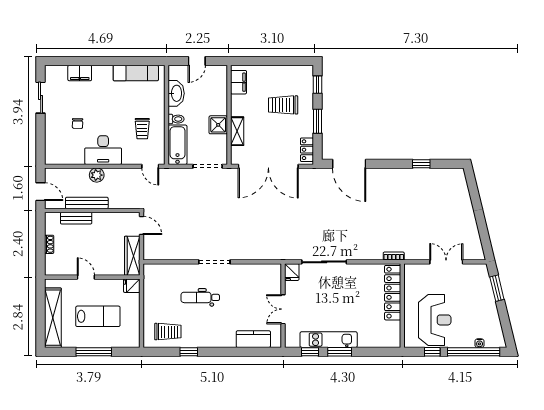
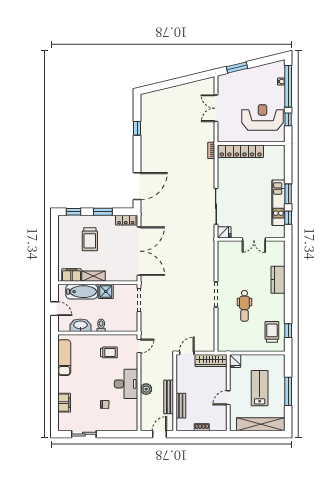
shelving: (237, 131) -> (94, 276), moved
bathtub: (178, 145) -> (82, 292), moved, turned 180
kitchen counter: (253, 339) -> (278, 280), moved
window: (189, 352) -> (288, 331), moved

